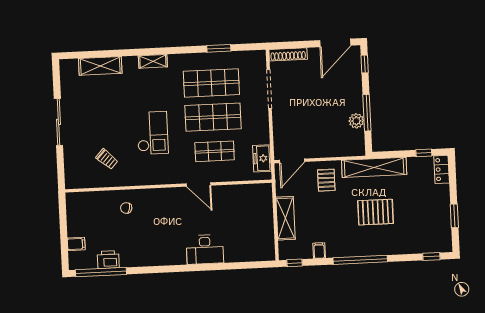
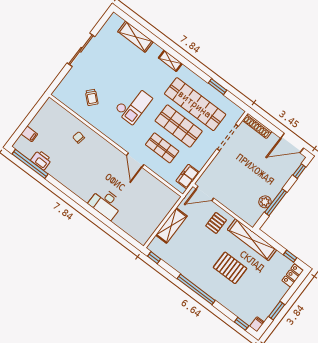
shop shelf: (211, 83) -> (195, 104), width x1.40
filing cabinet: (319, 251) -> (257, 324), moved

